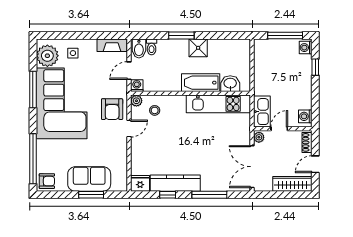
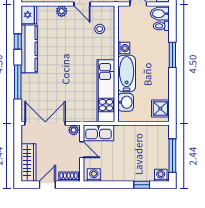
shower: (198, 48) -> (160, 108), moved
washing machine: (137, 86) -> (124, 48), moved
plant: (136, 101) -> (62, 11), moved
door: (315, 164) -> (47, 185), hinge flipped

